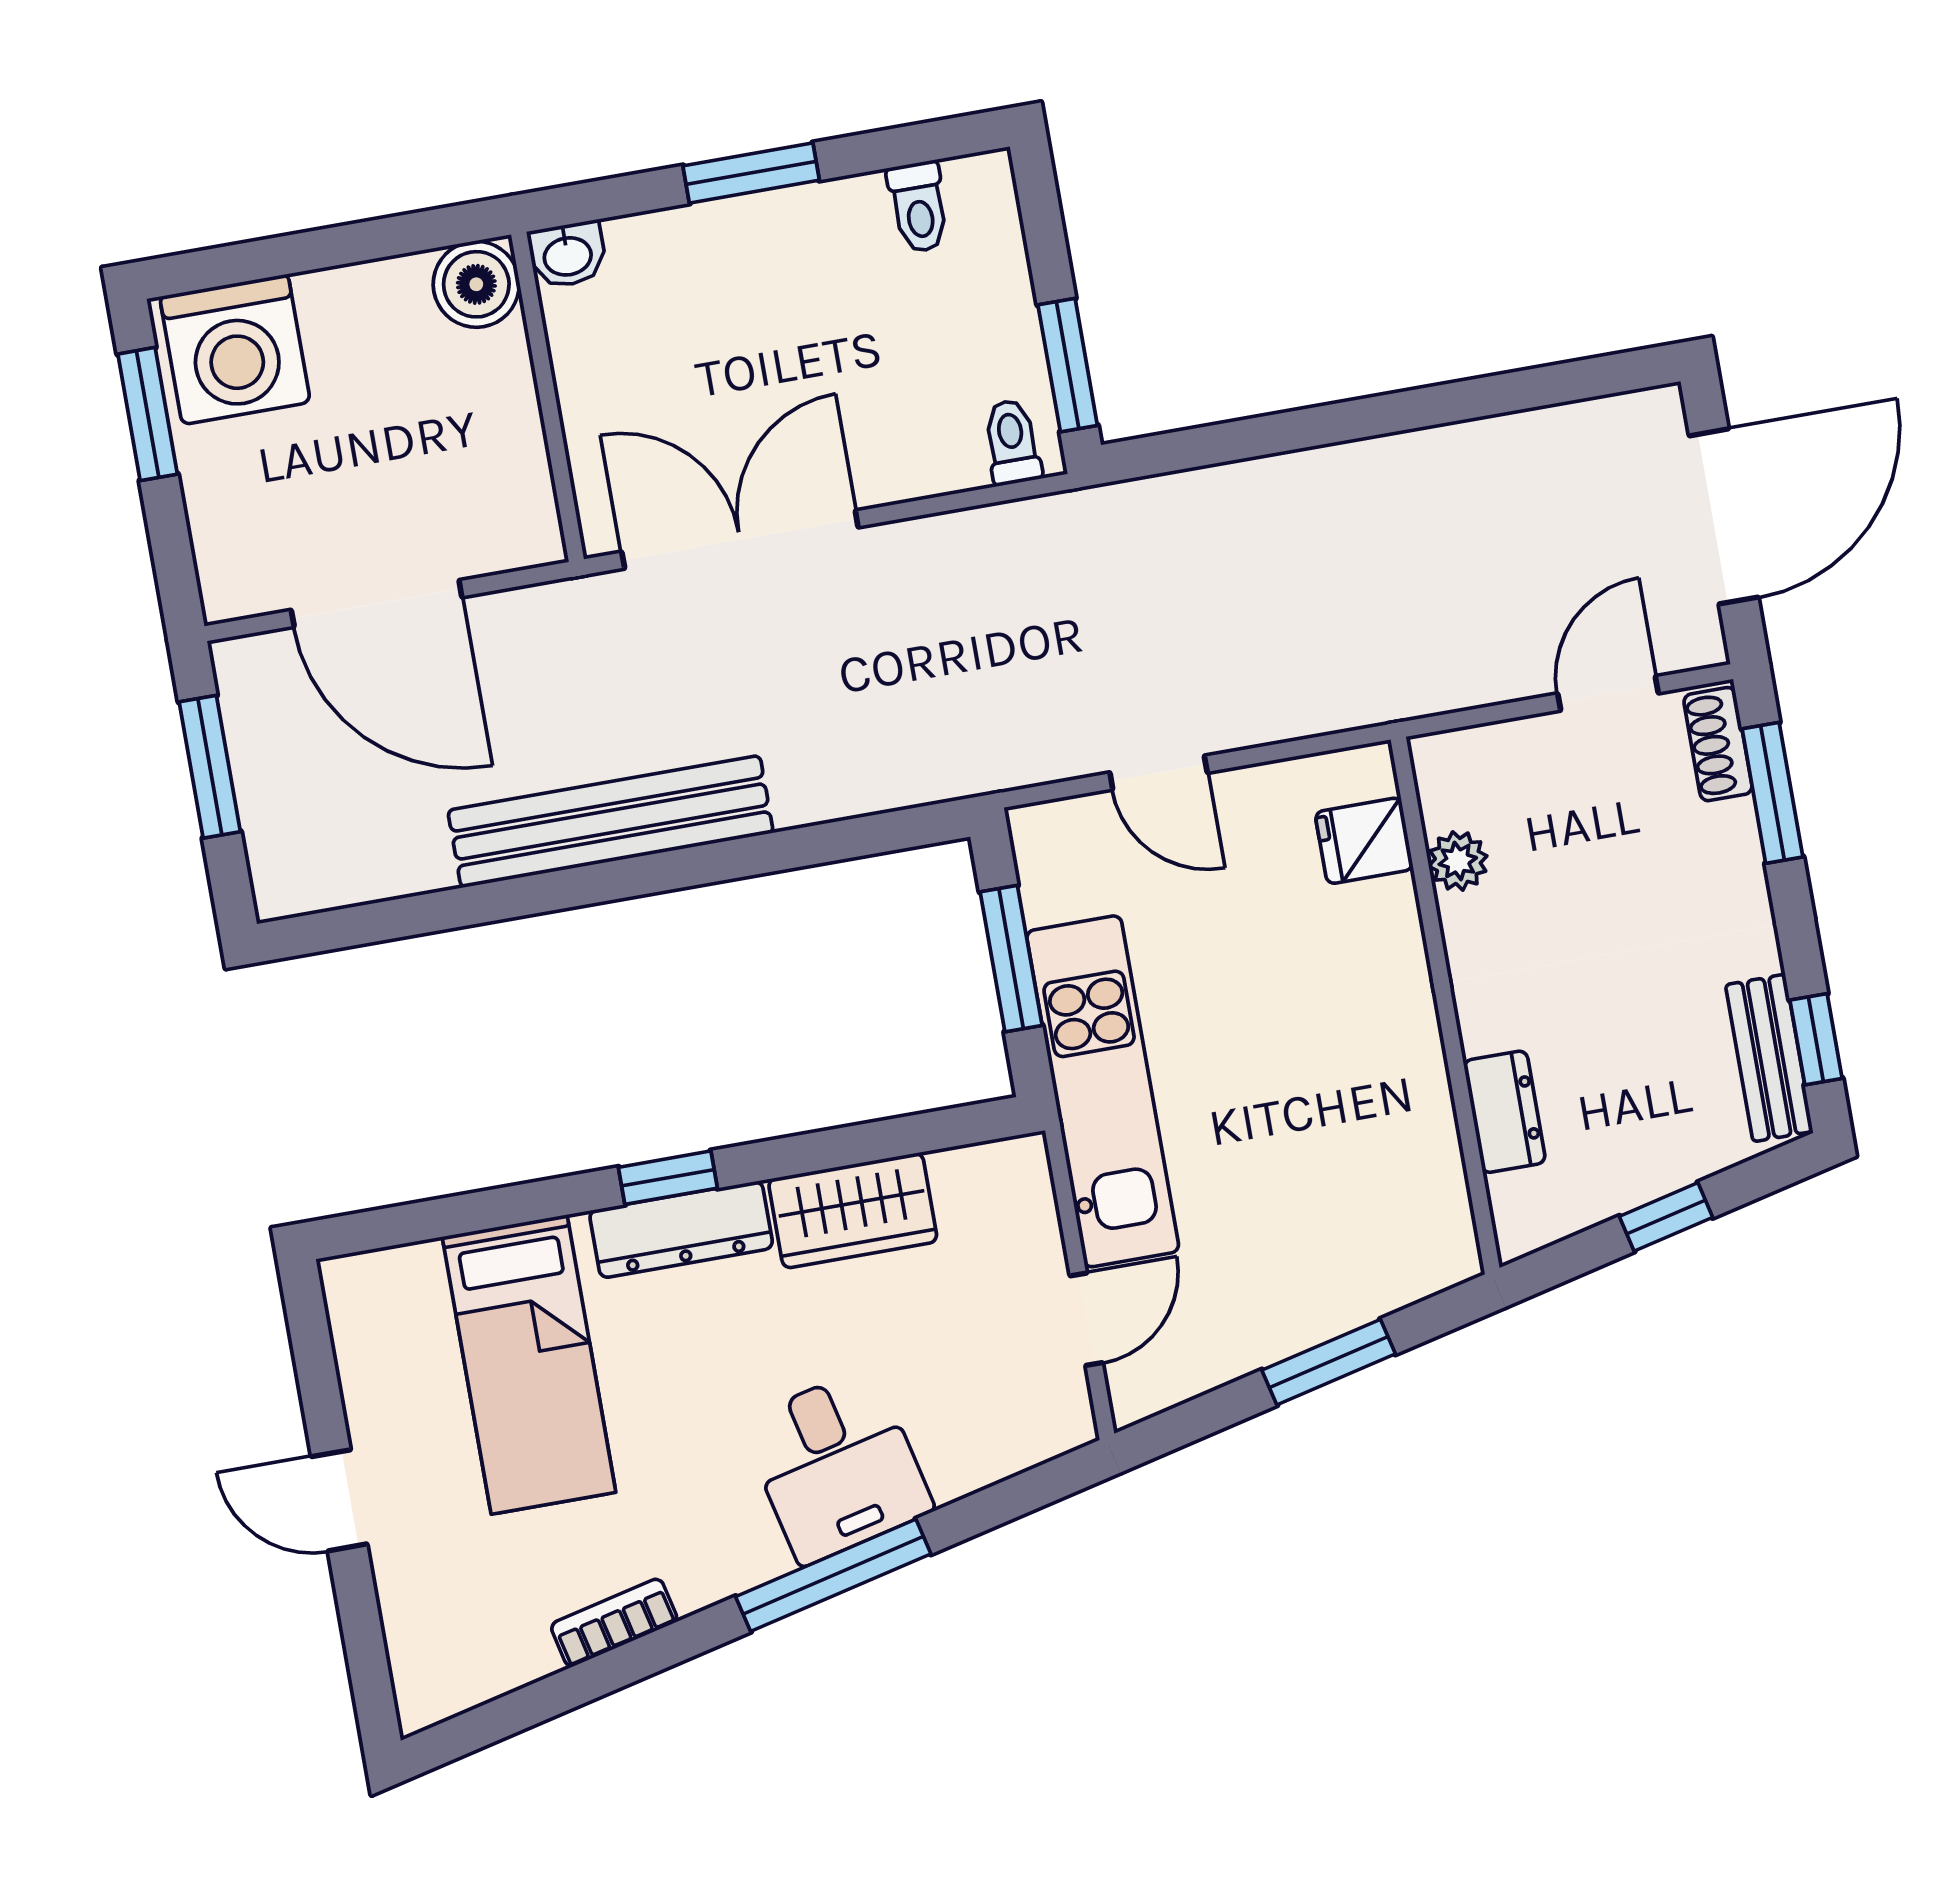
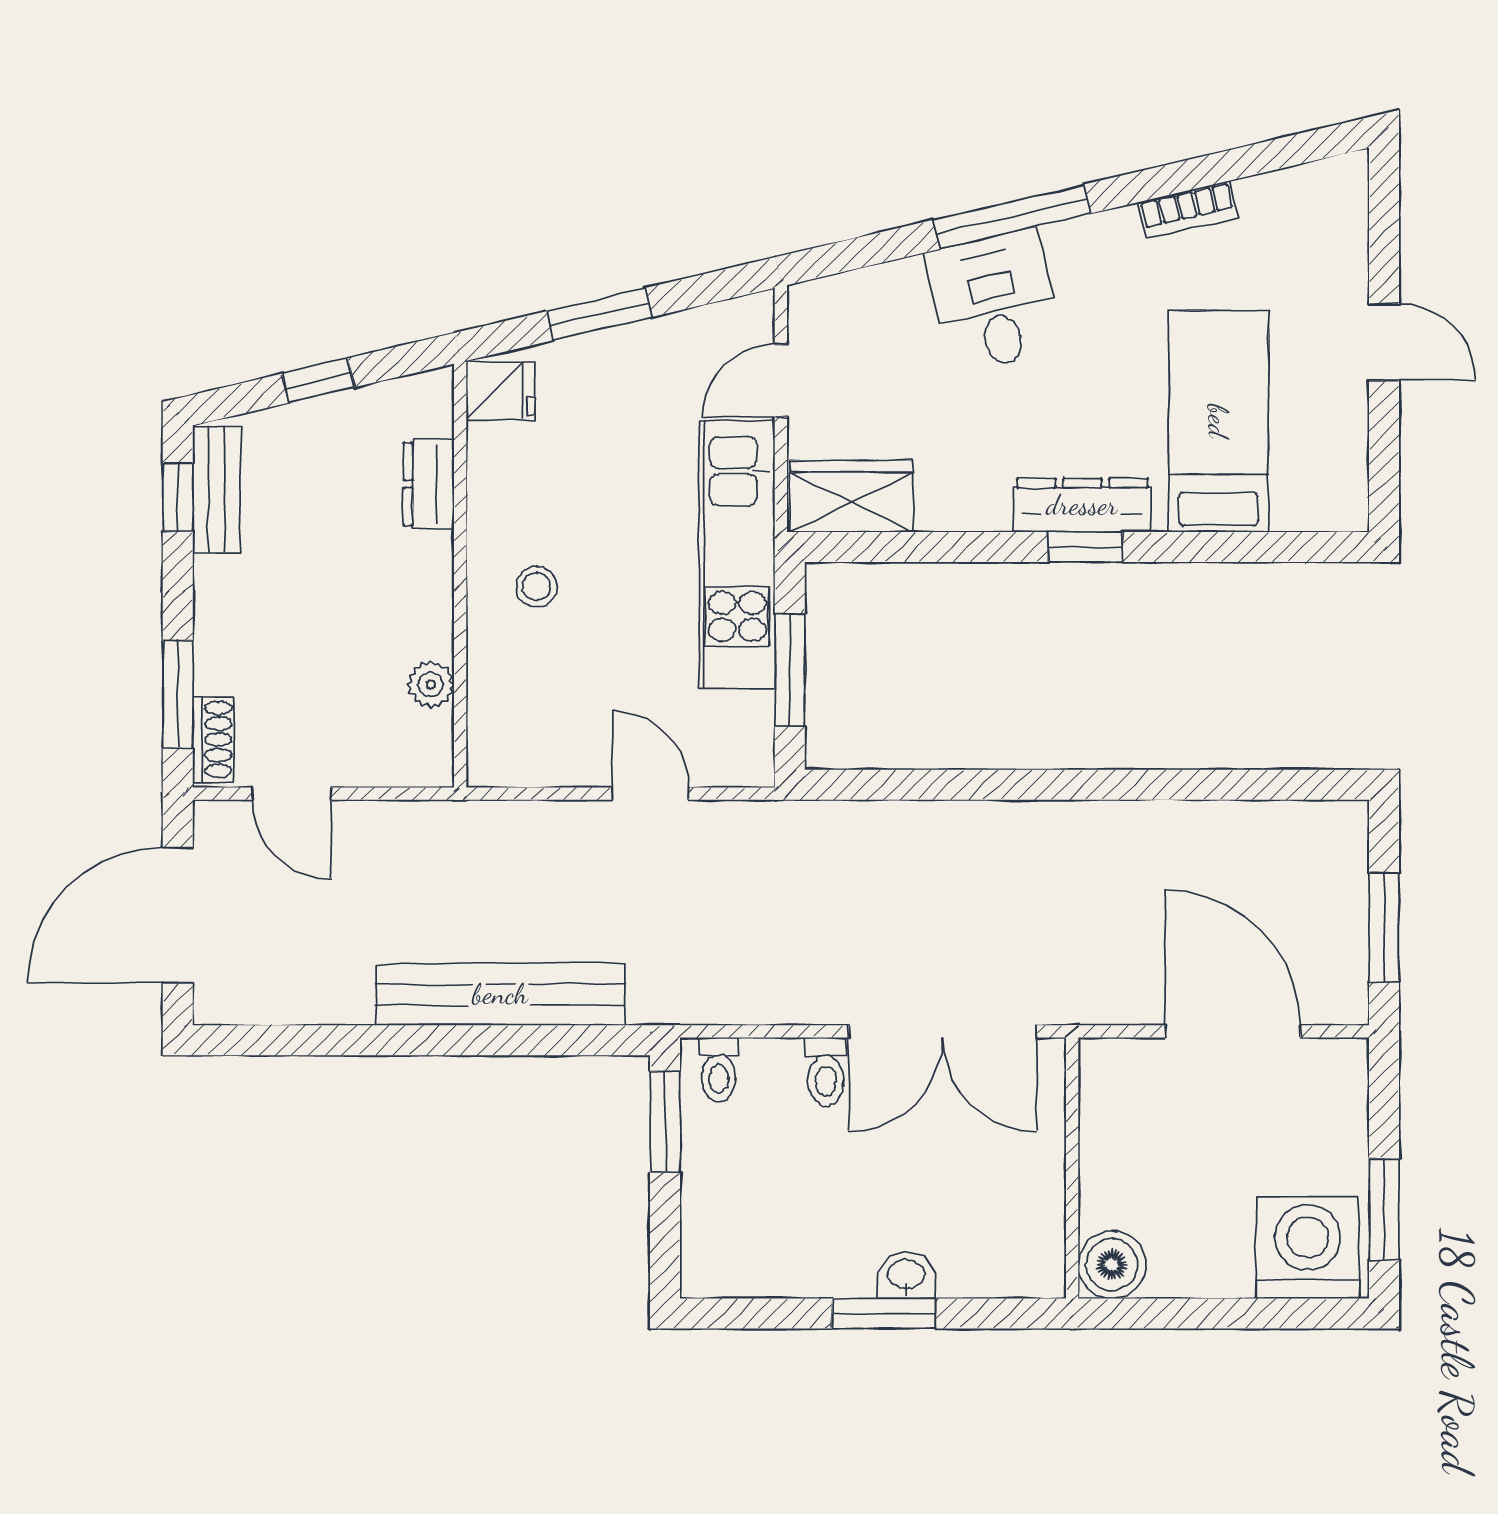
toilet: (919, 207) -> (826, 1072), moved, turned 180
washbasin: (567, 255) -> (906, 1275), moved
door: (1608, 693) -> (292, 794), hinge flipped
bench: (611, 822) -> (500, 994), moved
fridge: (1364, 841) -> (501, 391), moved
stool: (1347, 1007) -> (537, 587), added
wardrobe: (853, 1210) -> (851, 496), moved

